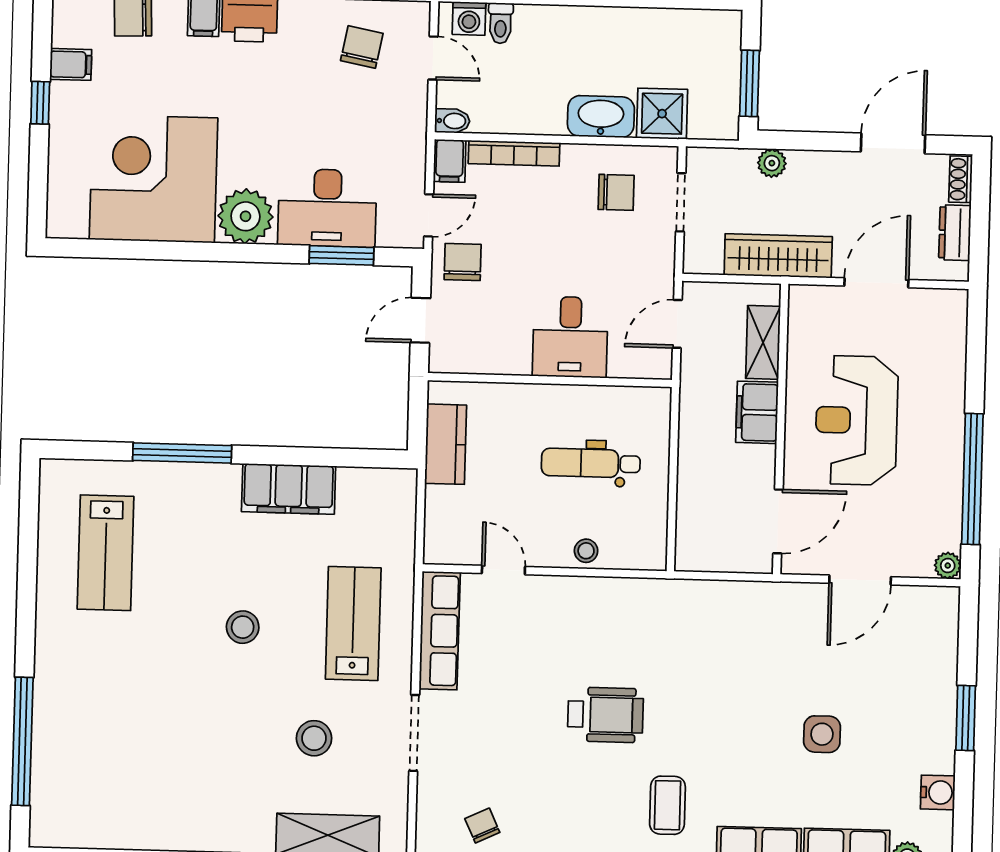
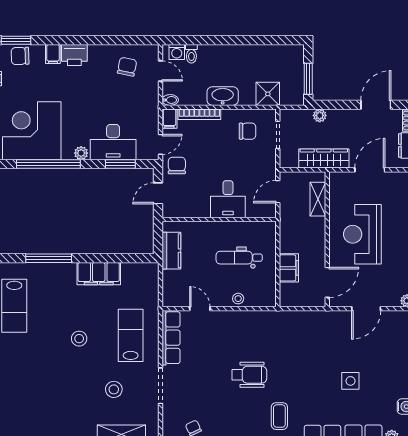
washbasin: (601, 117) -> (223, 96), moved
plant: (245, 216) -> (81, 153), width x0.53, depth x0.53
window: (187, 251) -> (48, 164), added
filing cabinet: (757, 412) -> (289, 268), moved, turned 180

